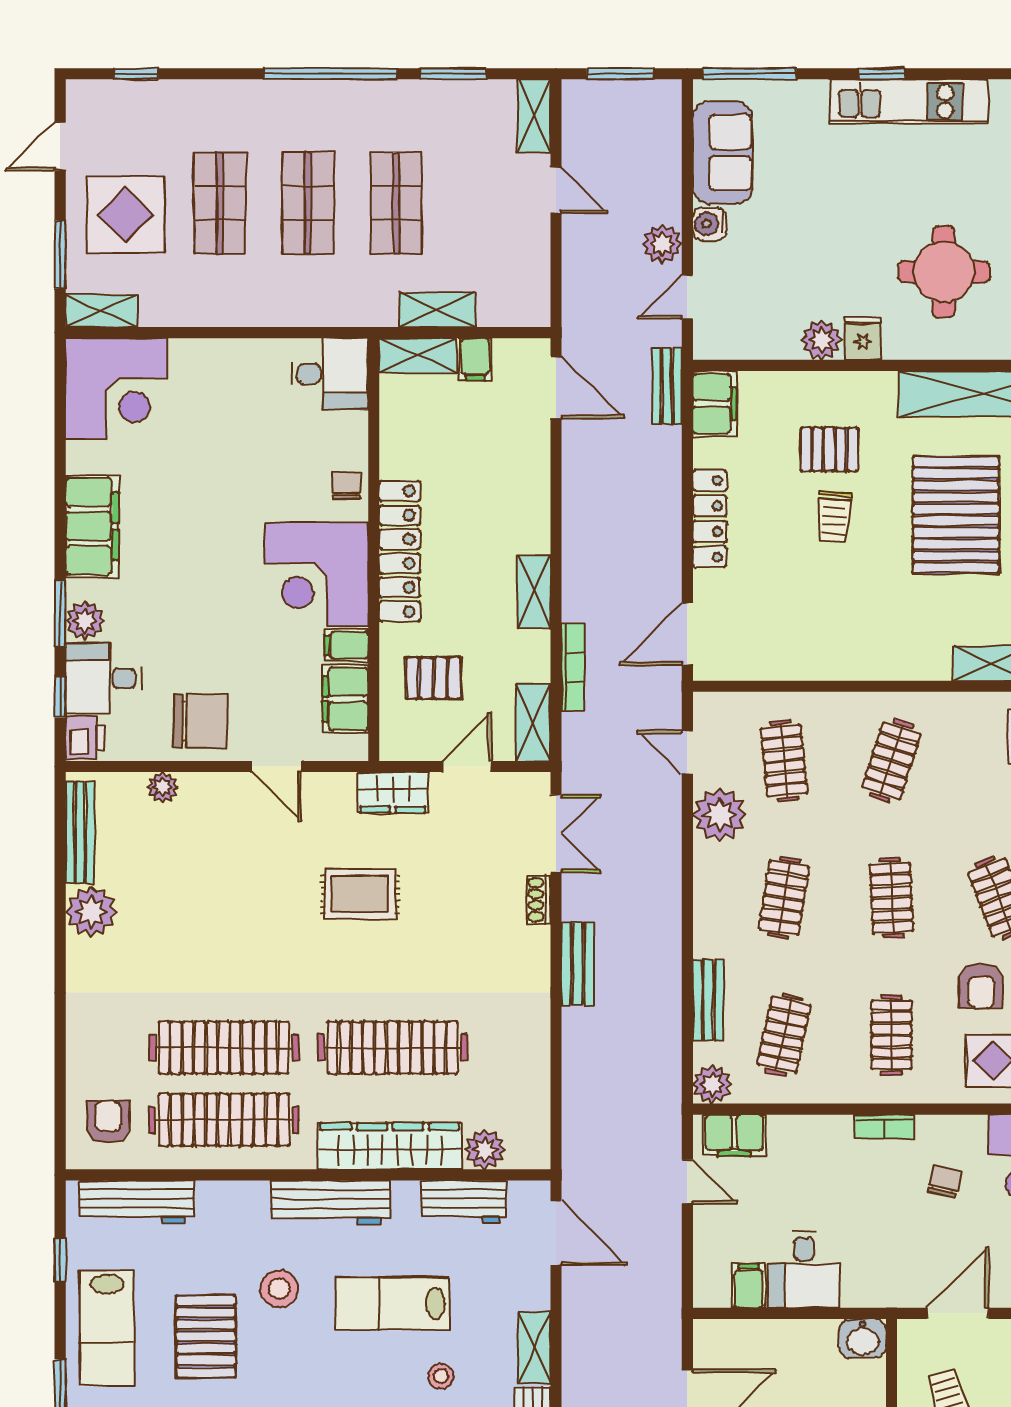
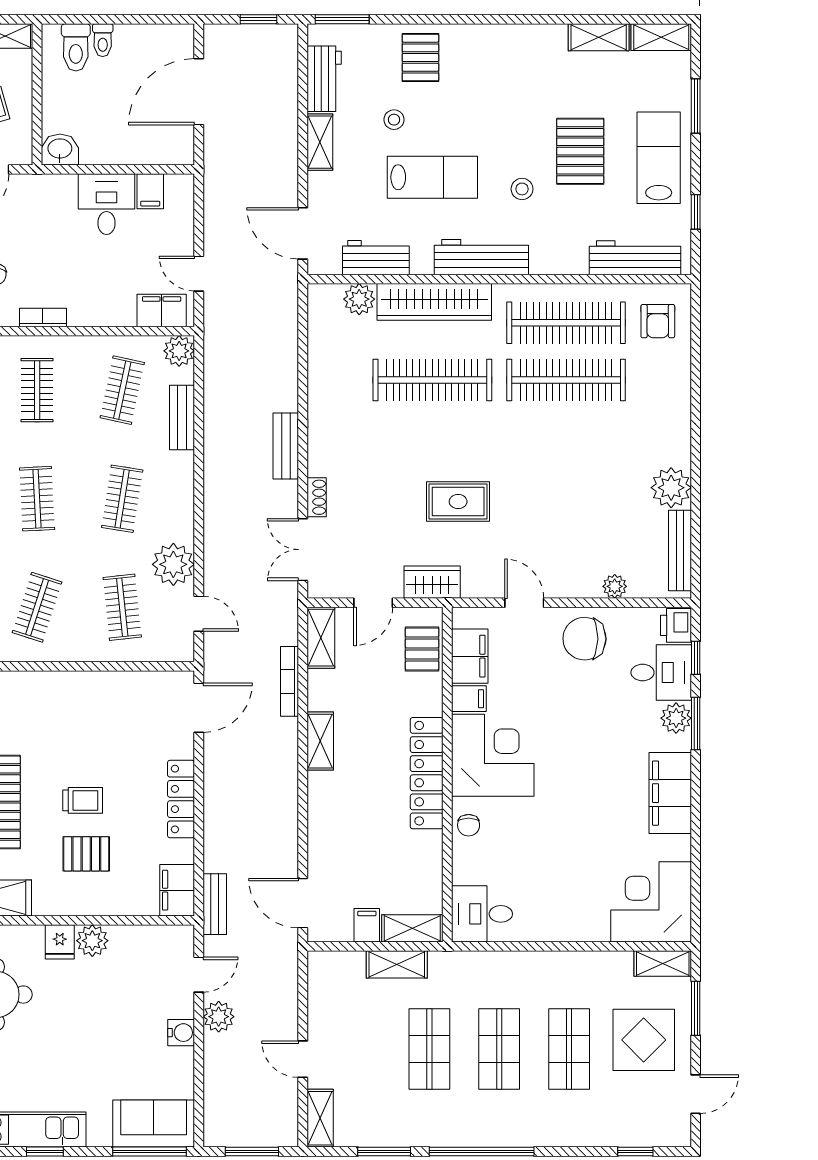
sofa: (723, 153) -> (154, 1124), moved, turned 90
trolley: (834, 517) -> (83, 800), turned 86
pallet: (434, 678) -> (422, 649), moved, turned 90
stool: (279, 1289) -> (522, 189), width x0.73, depth x0.73

